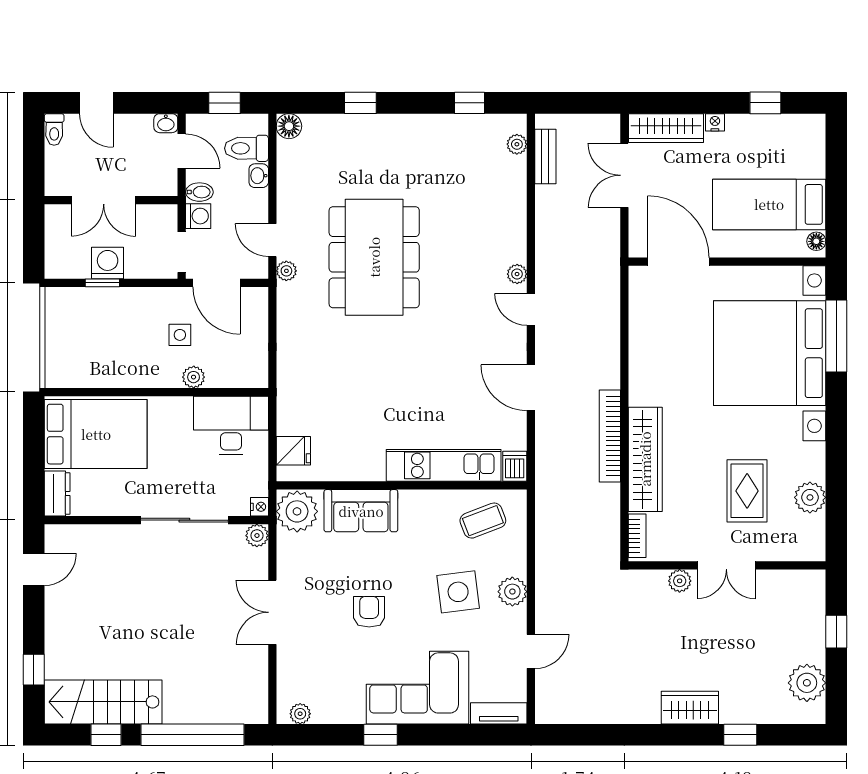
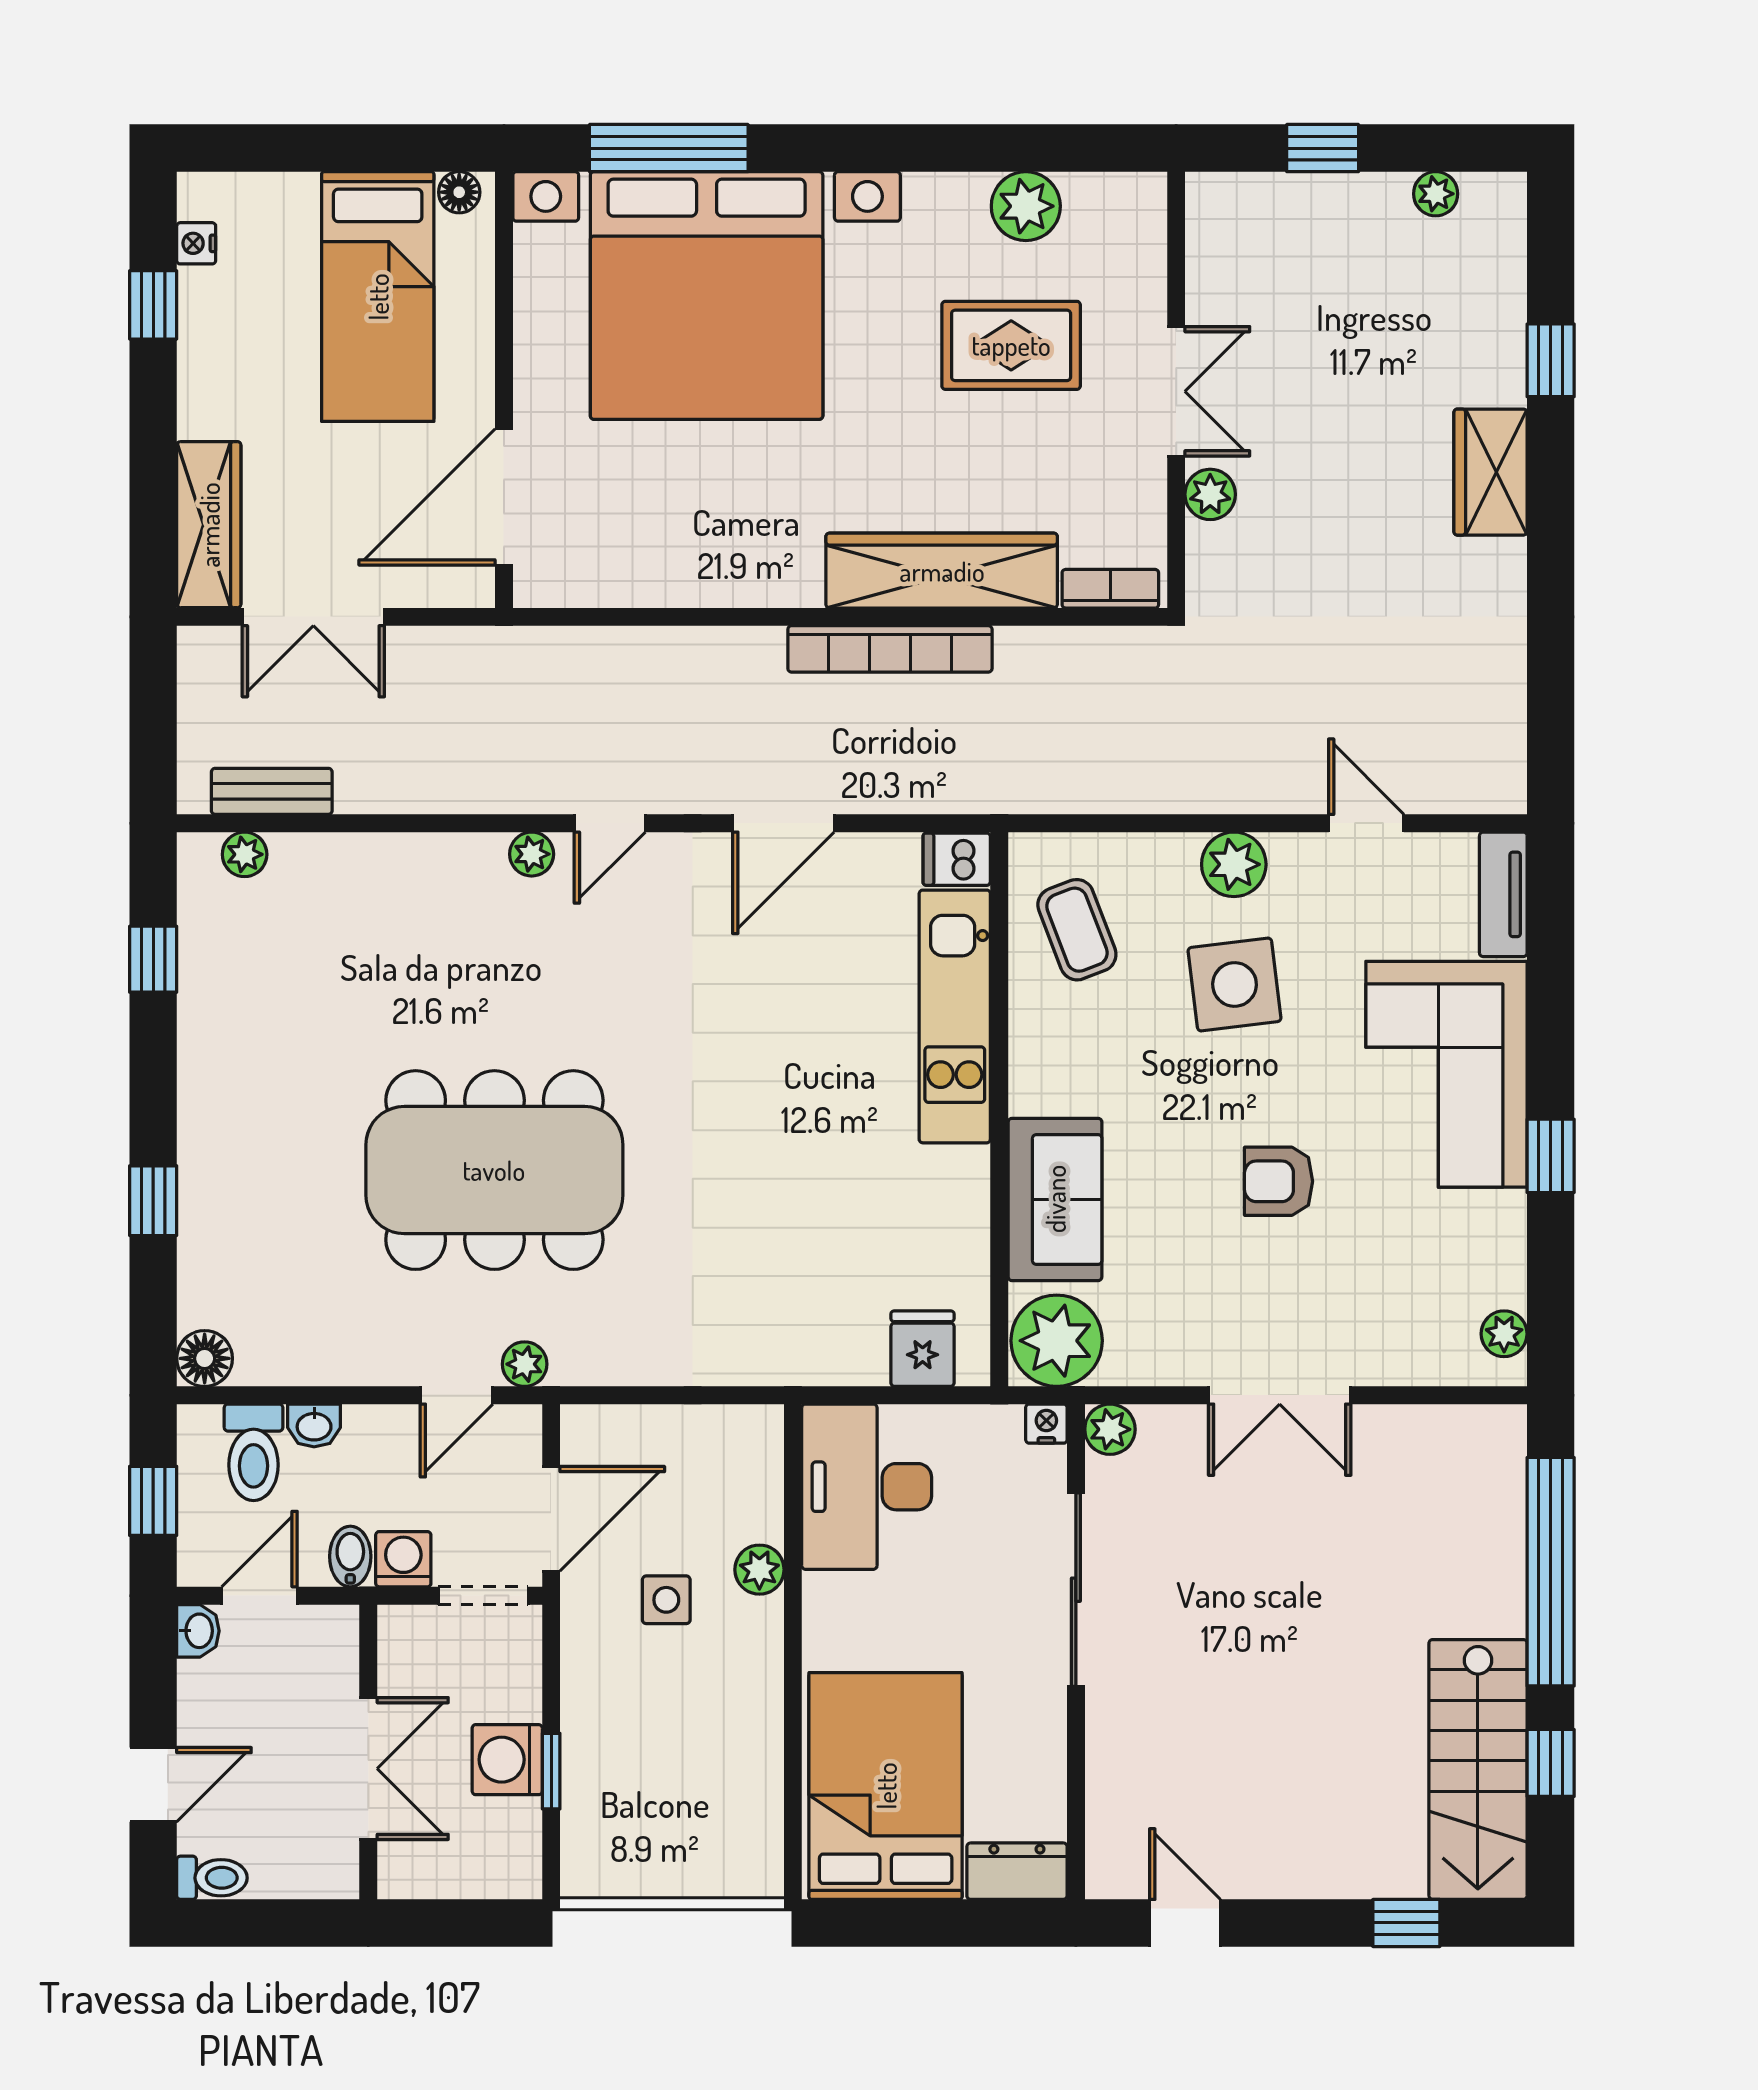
nightstand: (715, 122) -> (196, 243), moved
plant: (807, 683) -> (1436, 194), width x0.53, depth x0.53

